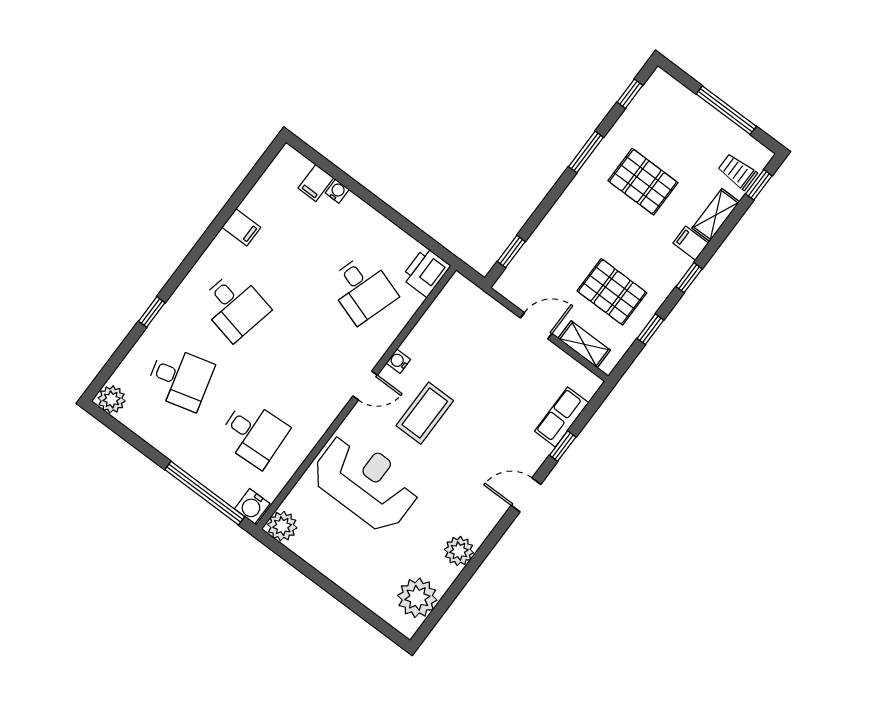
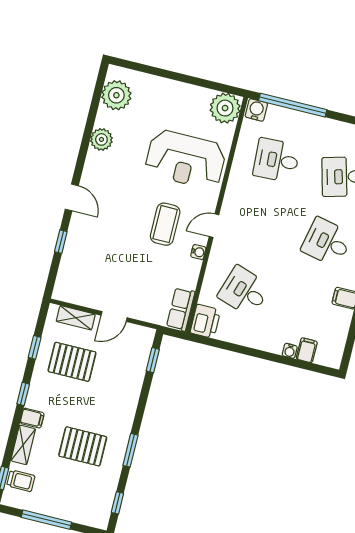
row of seats: (562, 417) -> (181, 309), moved, turned 180
door: (526, 495) -> (72, 197), hinge flipped
plant: (282, 526) -> (225, 108), width x1.36, depth x1.36

